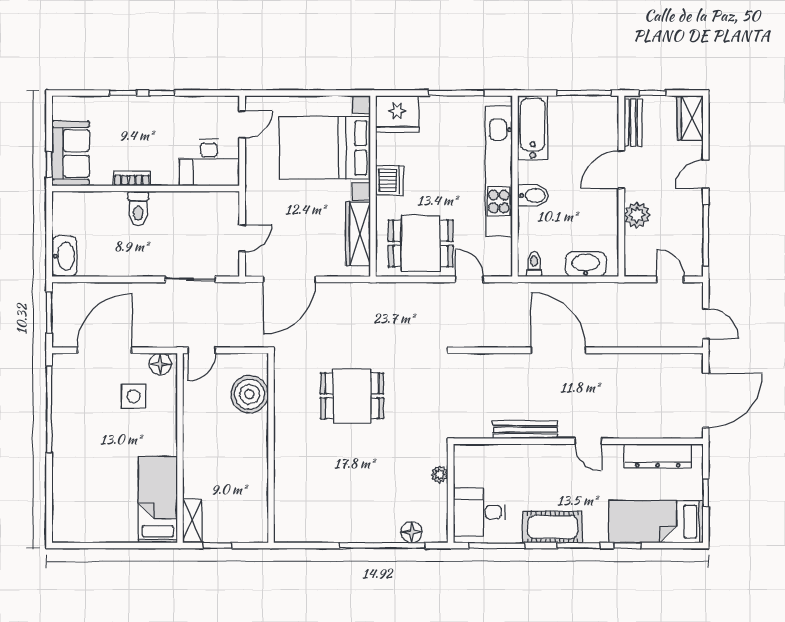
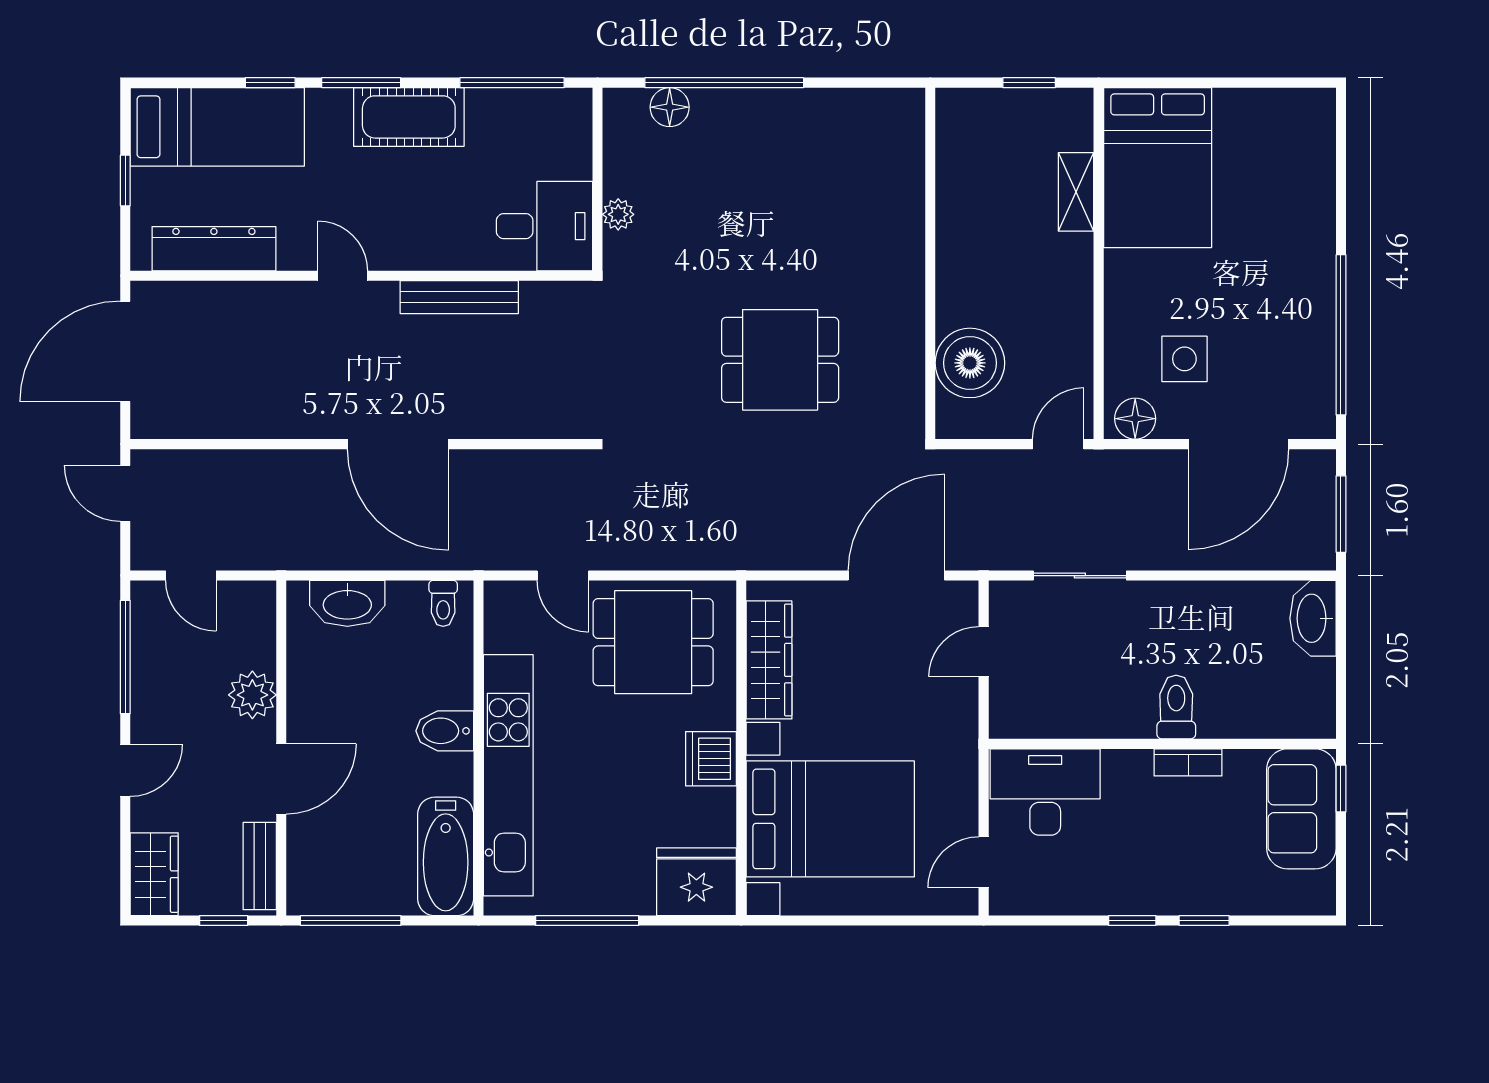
bed: (158, 500) -> (1158, 168), width x1.50
desk: (479, 512) -> (544, 226), moved
shelving: (192, 521) -> (1076, 192), moved

